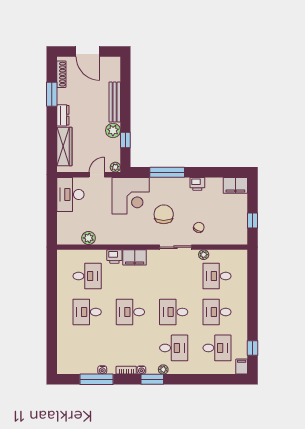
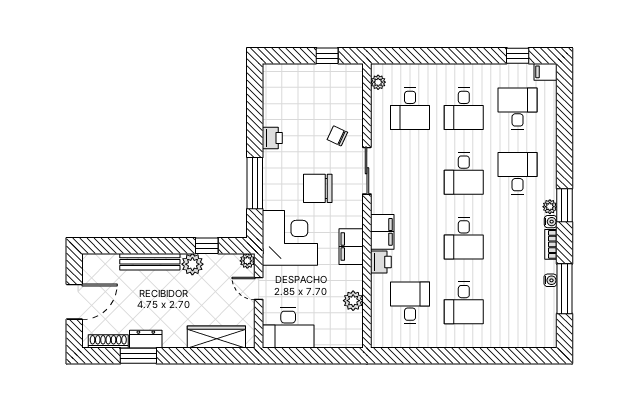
dresser: (63, 115) -> (146, 339), moved
filing cabinet: (235, 185) -> (351, 247), moved, turned 180
plant: (204, 255) -> (378, 82), moved
plant: (163, 369) -> (550, 207), moved

